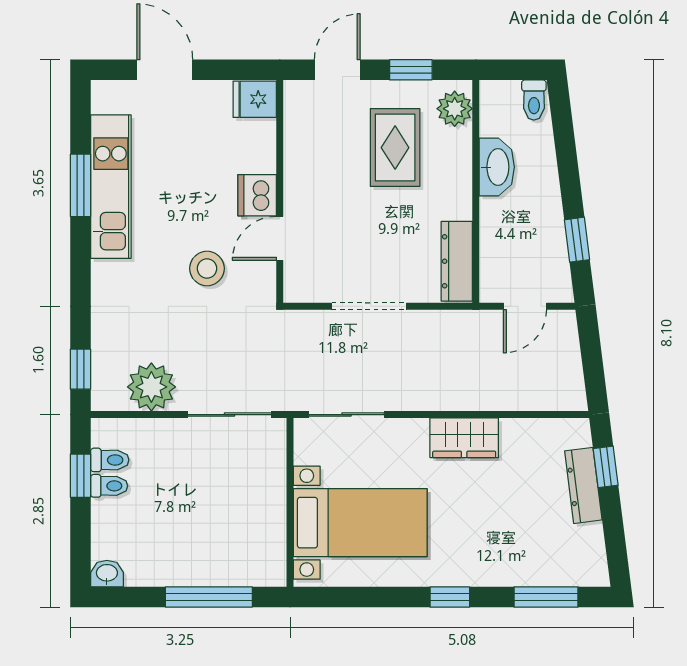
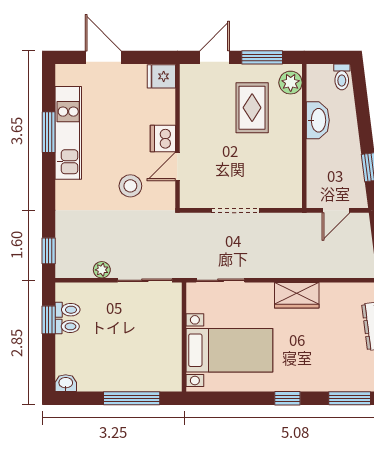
window: (411, 70) -> (262, 57), width x1.50
dresser: (457, 261) -> (292, 181), removed
plant: (151, 387) -> (102, 270), width x0.53, depth x0.53

